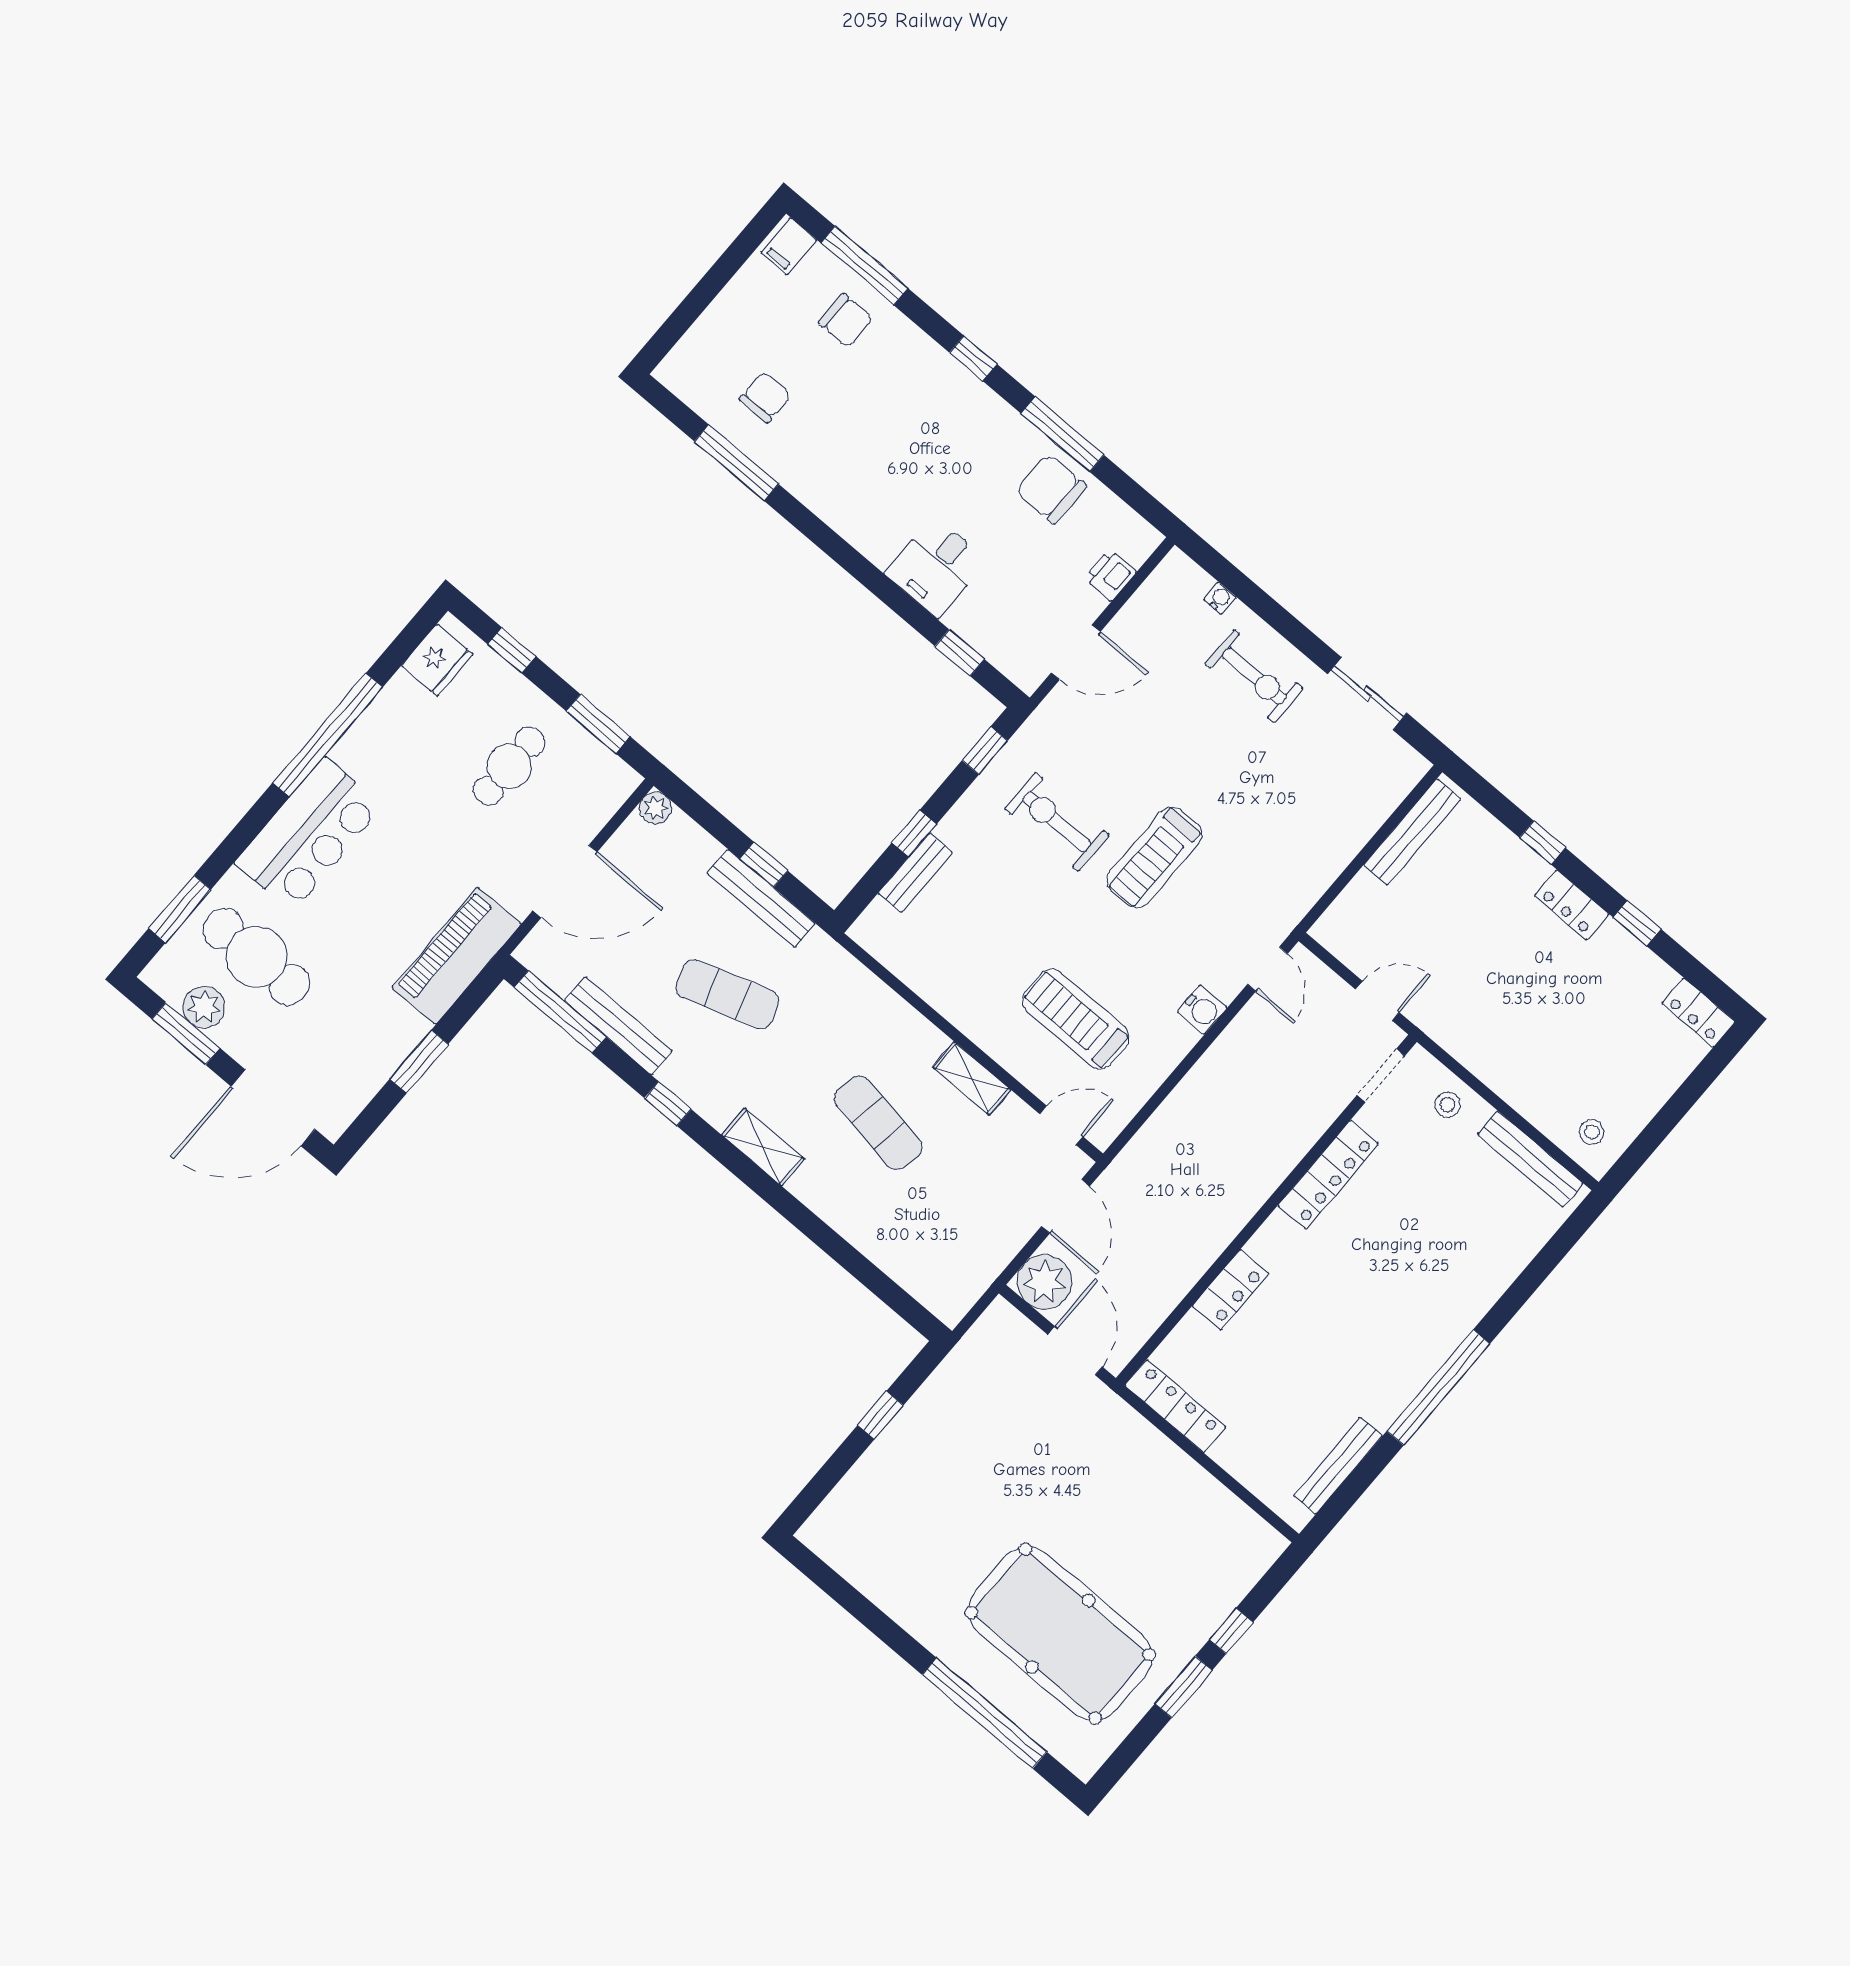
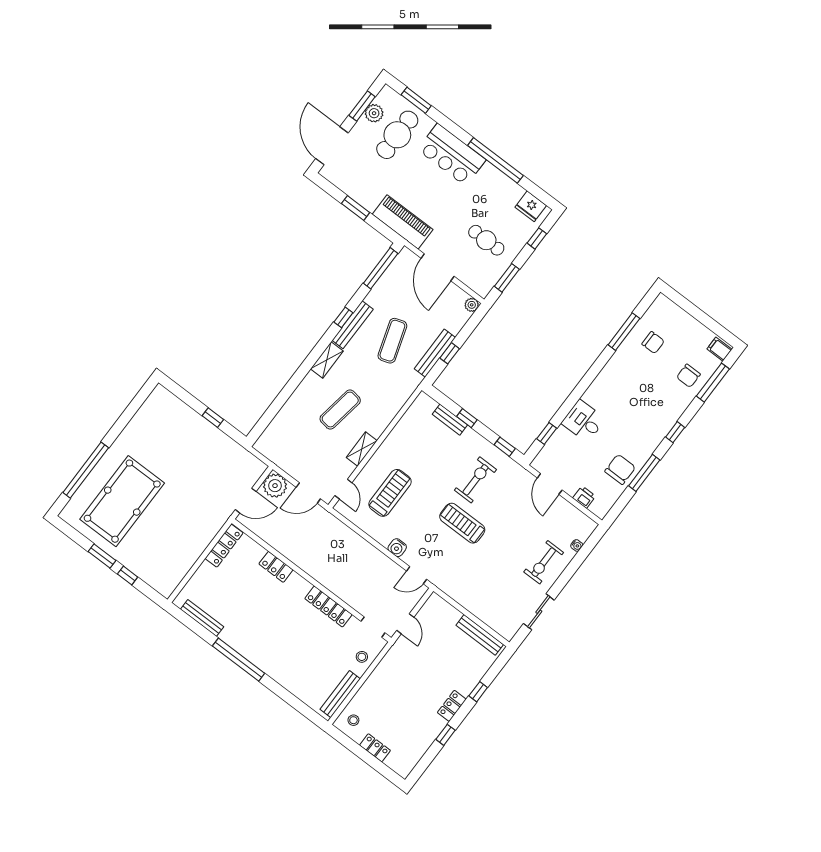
locker: (1698, 1012) -> (375, 748), moved, turned 90
bench: (618, 1026) -> (353, 325), moved

